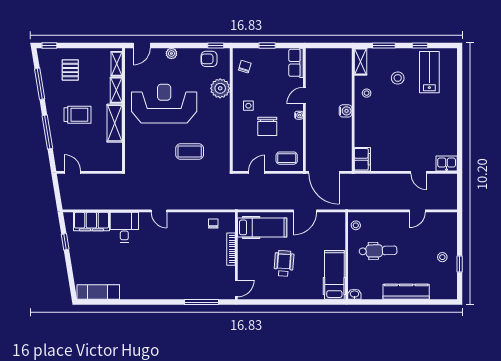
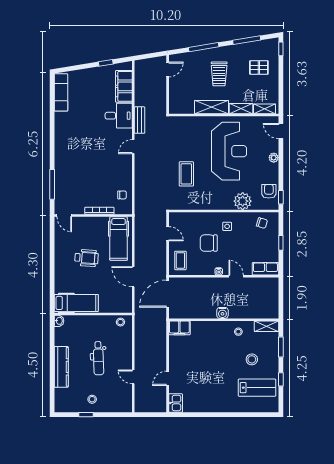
bench: (129, 204) -> (140, 120), added
dental chair: (378, 251) -> (98, 358), moved

